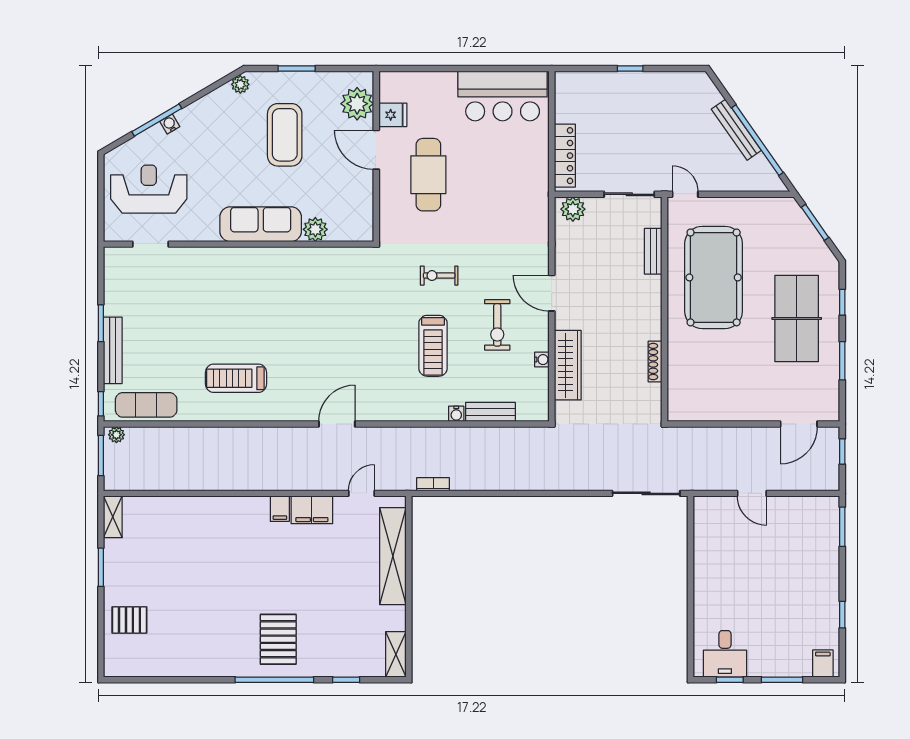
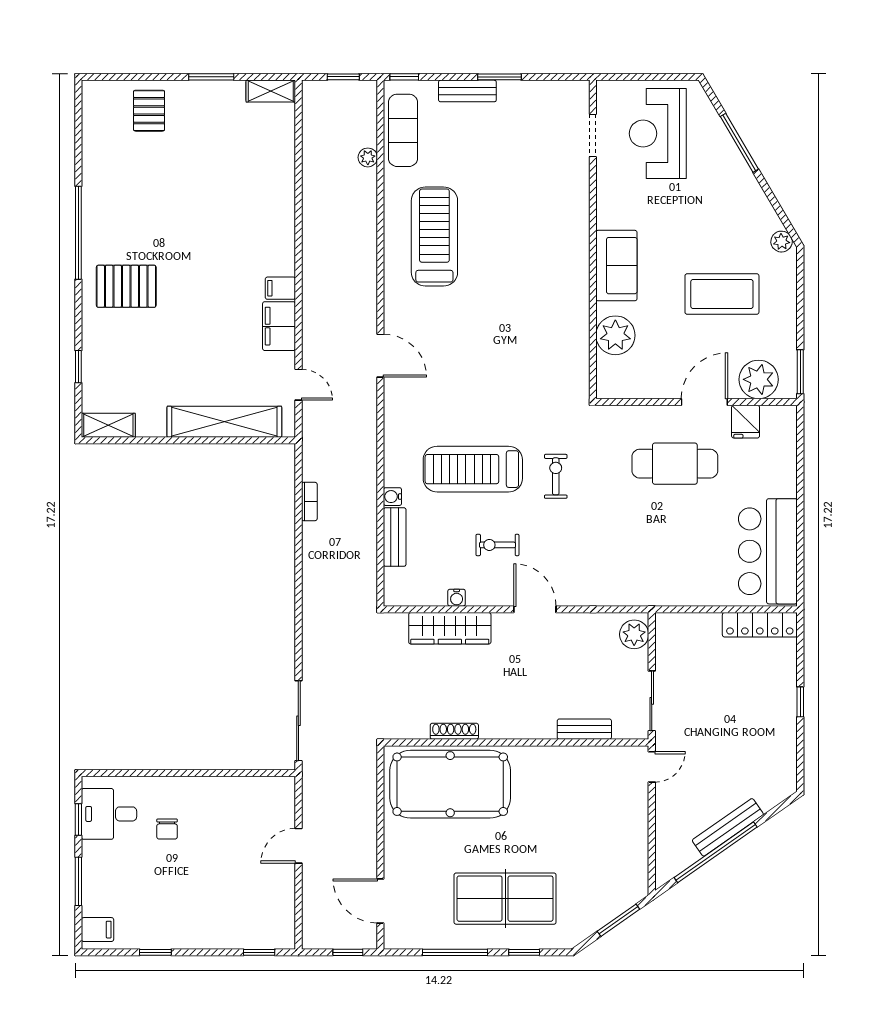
window: (297, 69) -> (800, 372), moved
water cooler: (170, 124) -> (735, 158), removed
locker: (565, 156) -> (760, 625), moved
reception desk: (149, 189) -> (658, 134), turned 180
sofa: (261, 224) -> (616, 266), width x0.73
plant: (315, 229) -> (615, 335), width x1.36, depth x1.36
pool table: (714, 277) -> (450, 784), moved
door: (552, 293) -> (535, 609), hinge flipped
exercise bike: (497, 325) -> (497, 545), width x0.73, depth x0.72
treadmill: (433, 346) -> (473, 469), width x1.37, depth x1.38
bench: (113, 350) -> (467, 91), width x0.73
window: (842, 361) -> (455, 952), width x1.44
treadmill: (236, 378) -> (434, 237), width x1.37, depth x1.38
plant: (116, 435) -> (368, 157), moved
window: (101, 455) -> (343, 77), width x0.67
bookcase: (433, 484) -> (309, 501), moved
window: (842, 527) -> (259, 952), width x0.67
chair: (738, 605) -> (167, 829), added
window: (274, 680) -> (78, 233), moved

